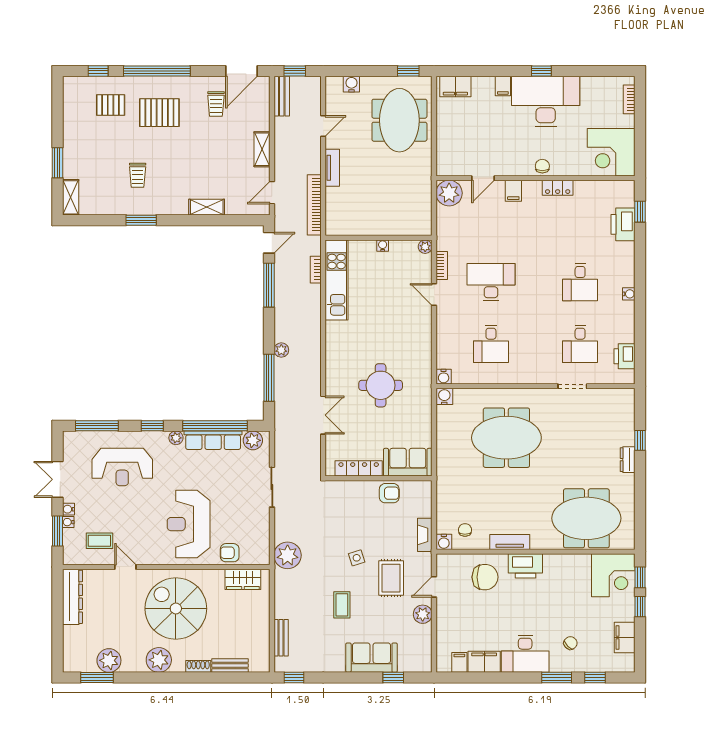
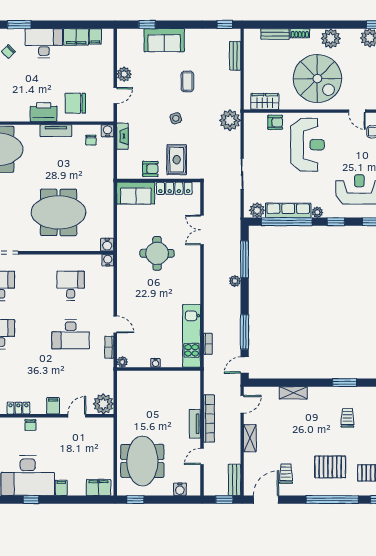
bookcase: (314, 205) -> (209, 418), moved
armchair: (389, 493) -> (150, 169), turned 180
rug: (391, 578) -> (177, 160), moved

